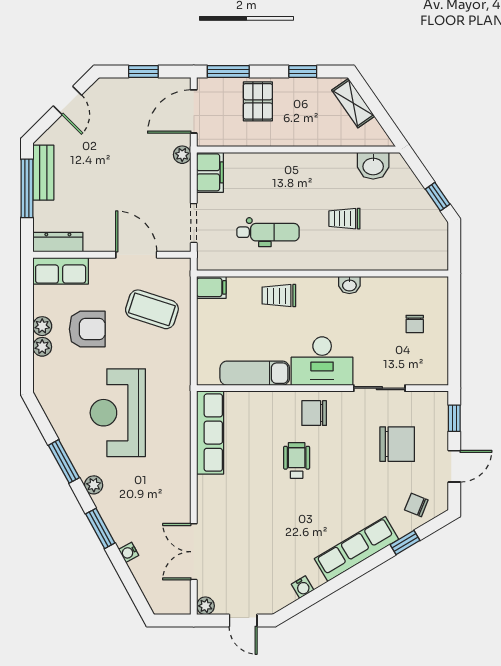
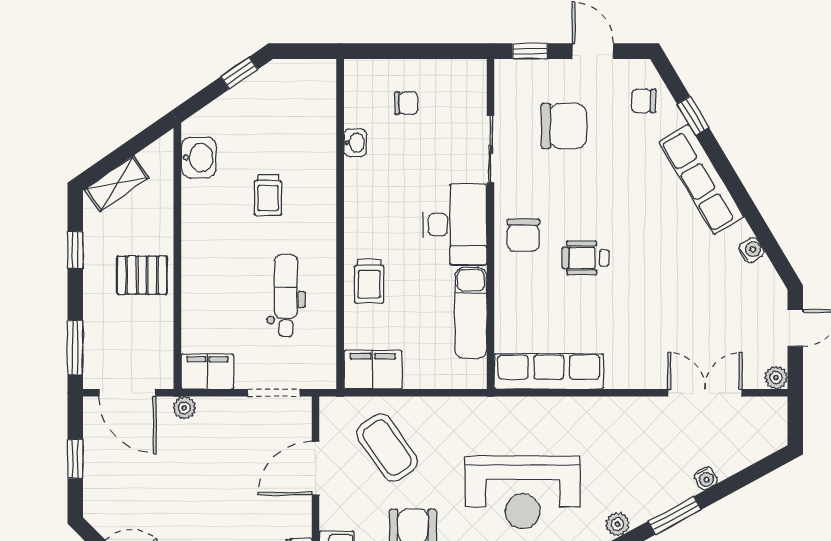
pallet: (258, 101) -> (142, 275), moved
washbasin: (349, 285) -> (355, 143), moved
filing cabinet: (211, 287) -> (373, 370), width x2.00
coffee table: (152, 309) -> (387, 448), turned -53
chair: (397, 444) -> (564, 126), turned 90
chair: (416, 505) -> (644, 101), turned 68
double door: (194, 552) -> (705, 393), swing flipped

